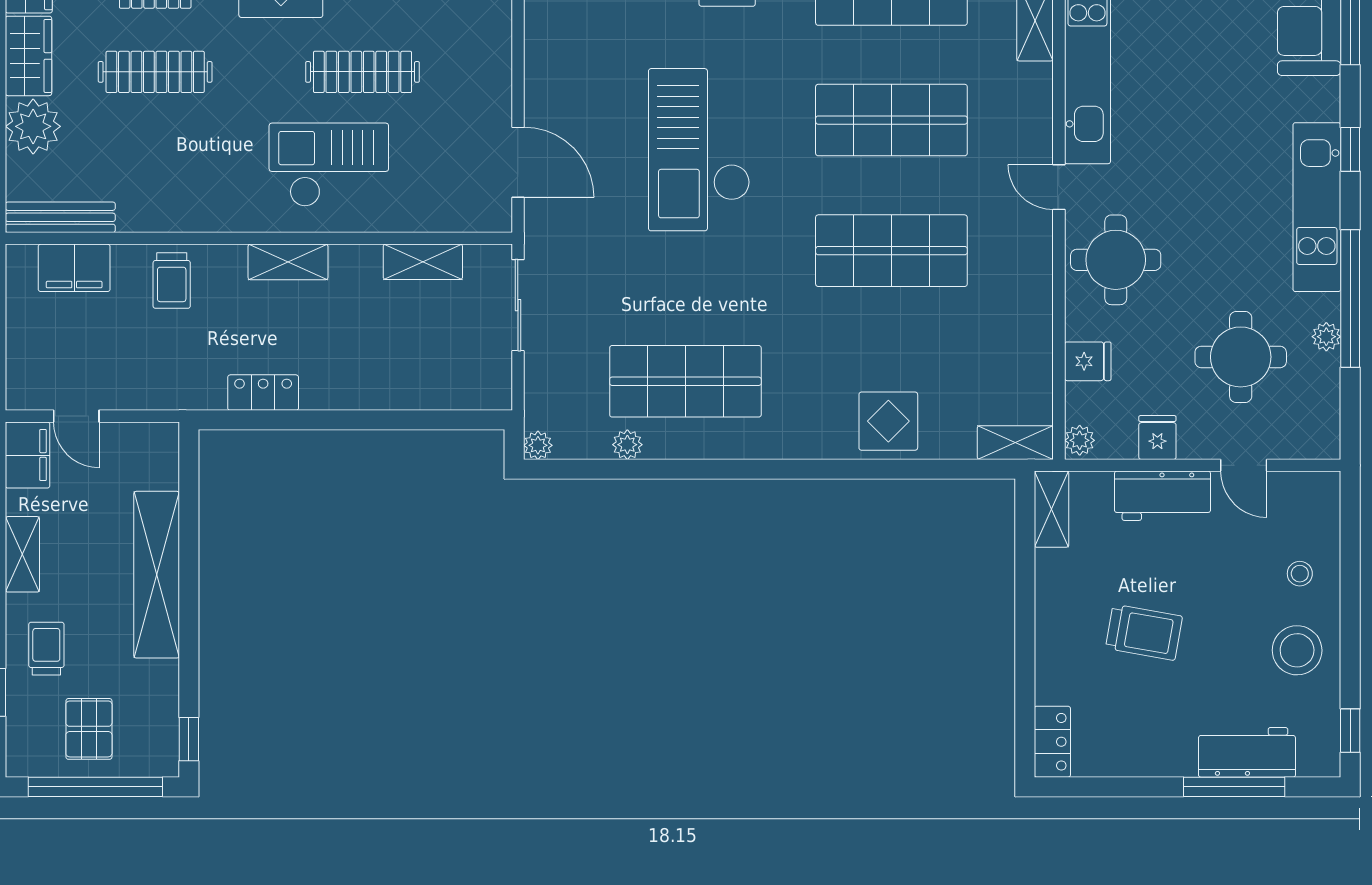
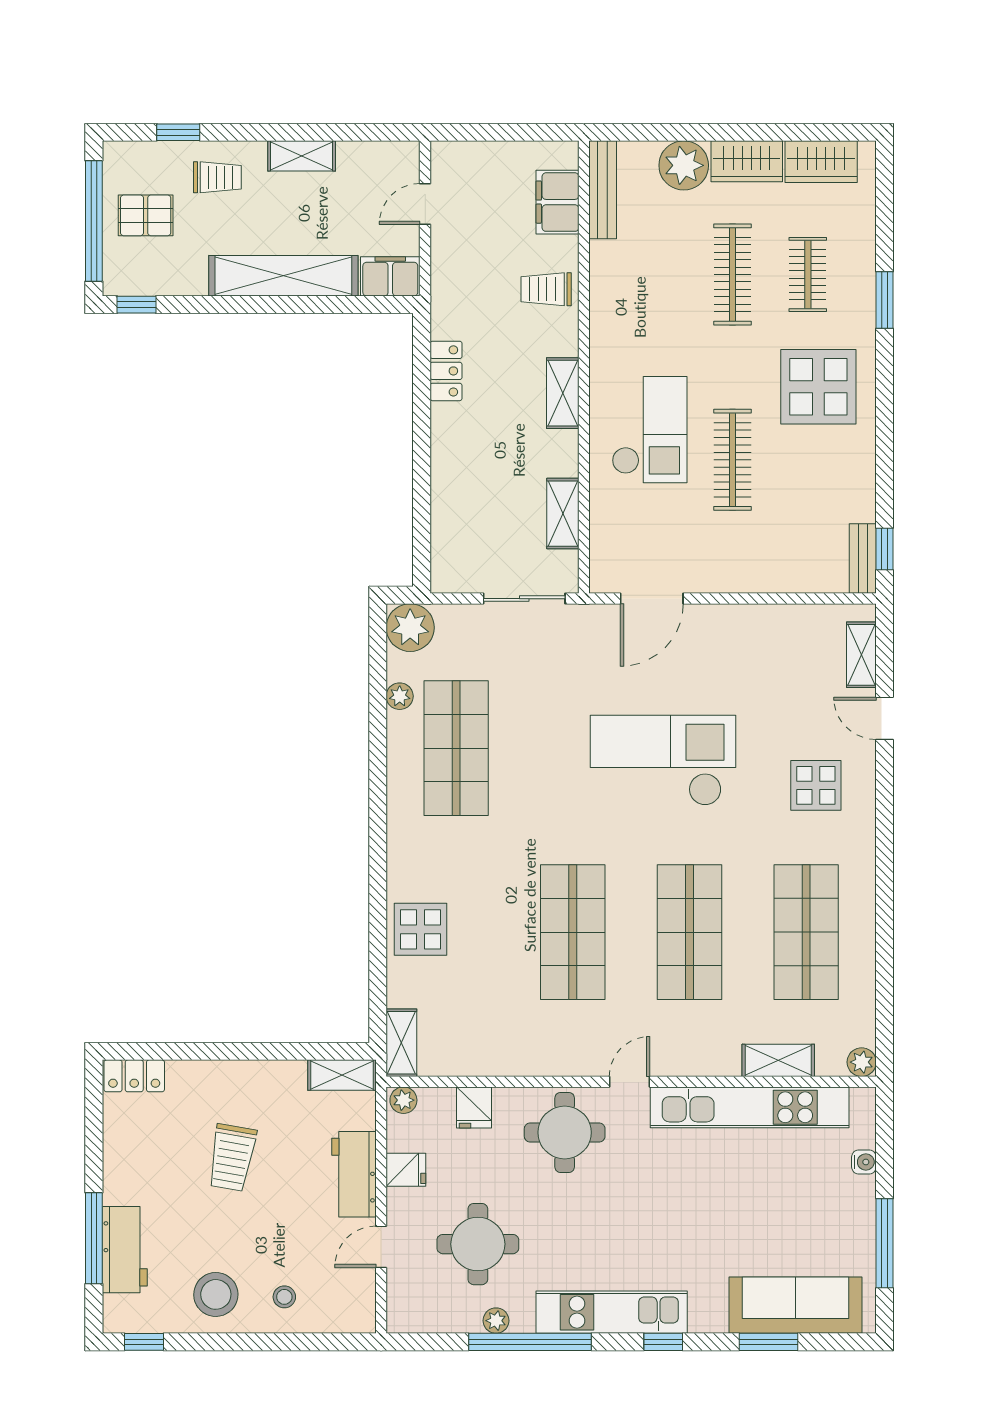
plant: (538, 445) -> (410, 628), width x1.88, depth x1.88
filing cabinet: (28, 455) -> (390, 276), moved, turned 180

